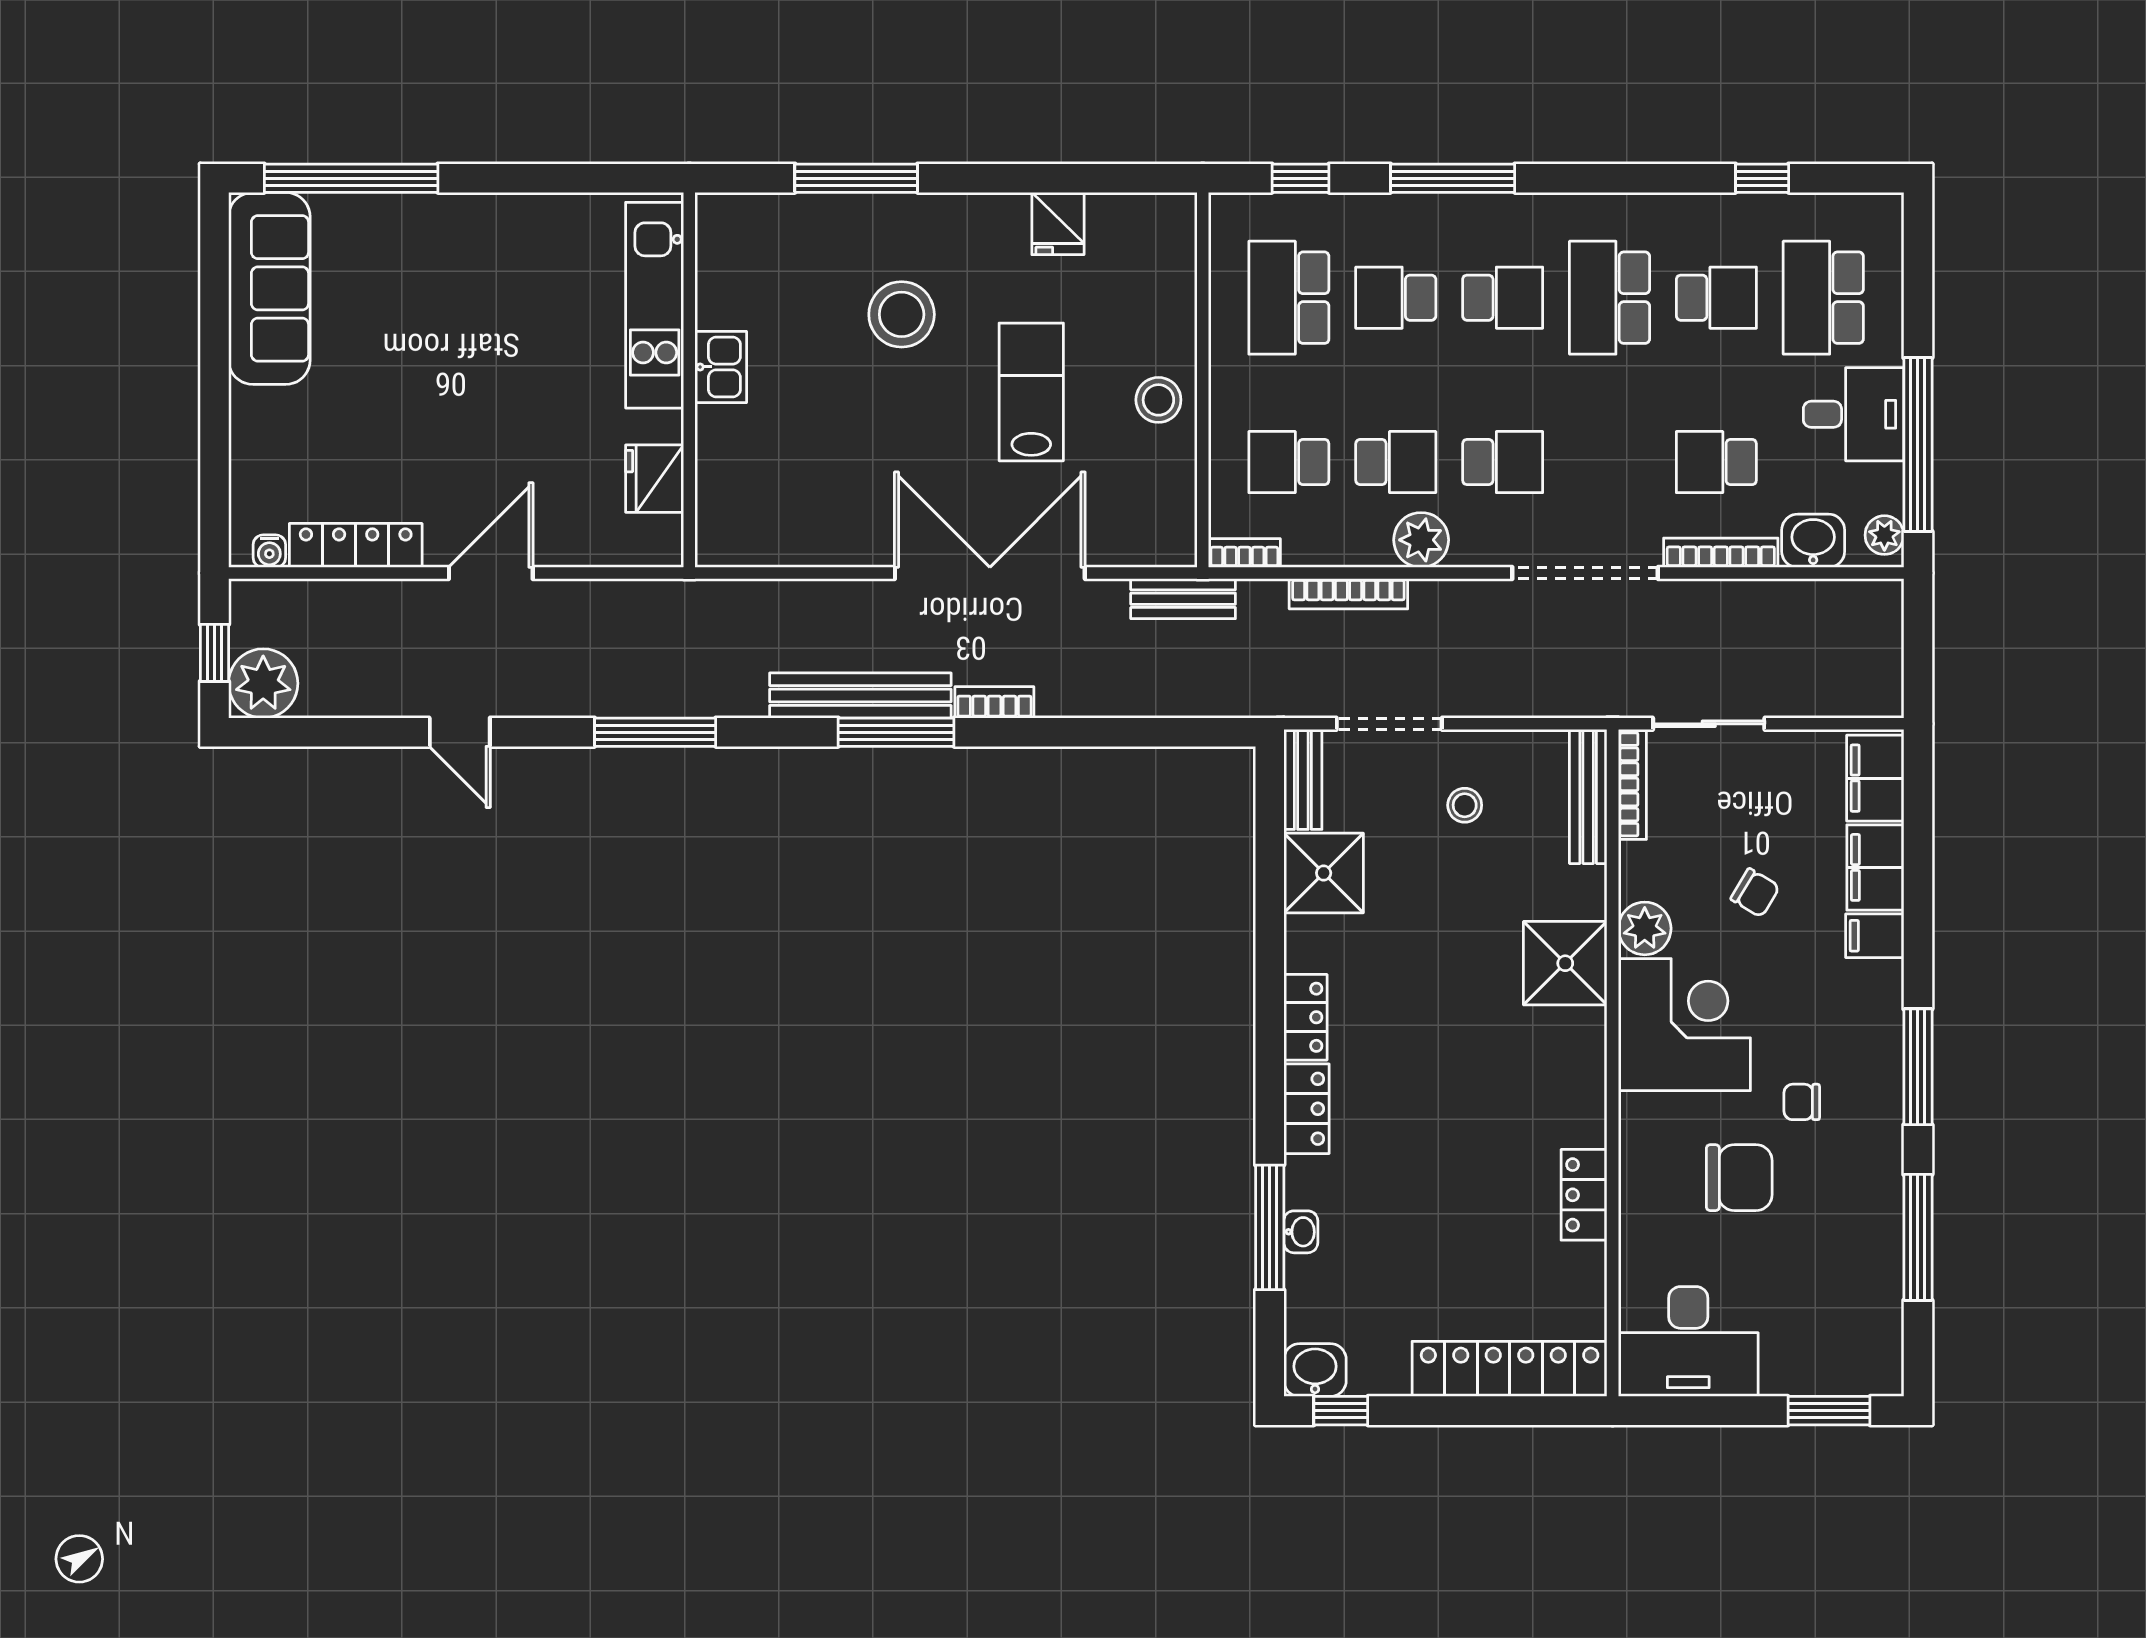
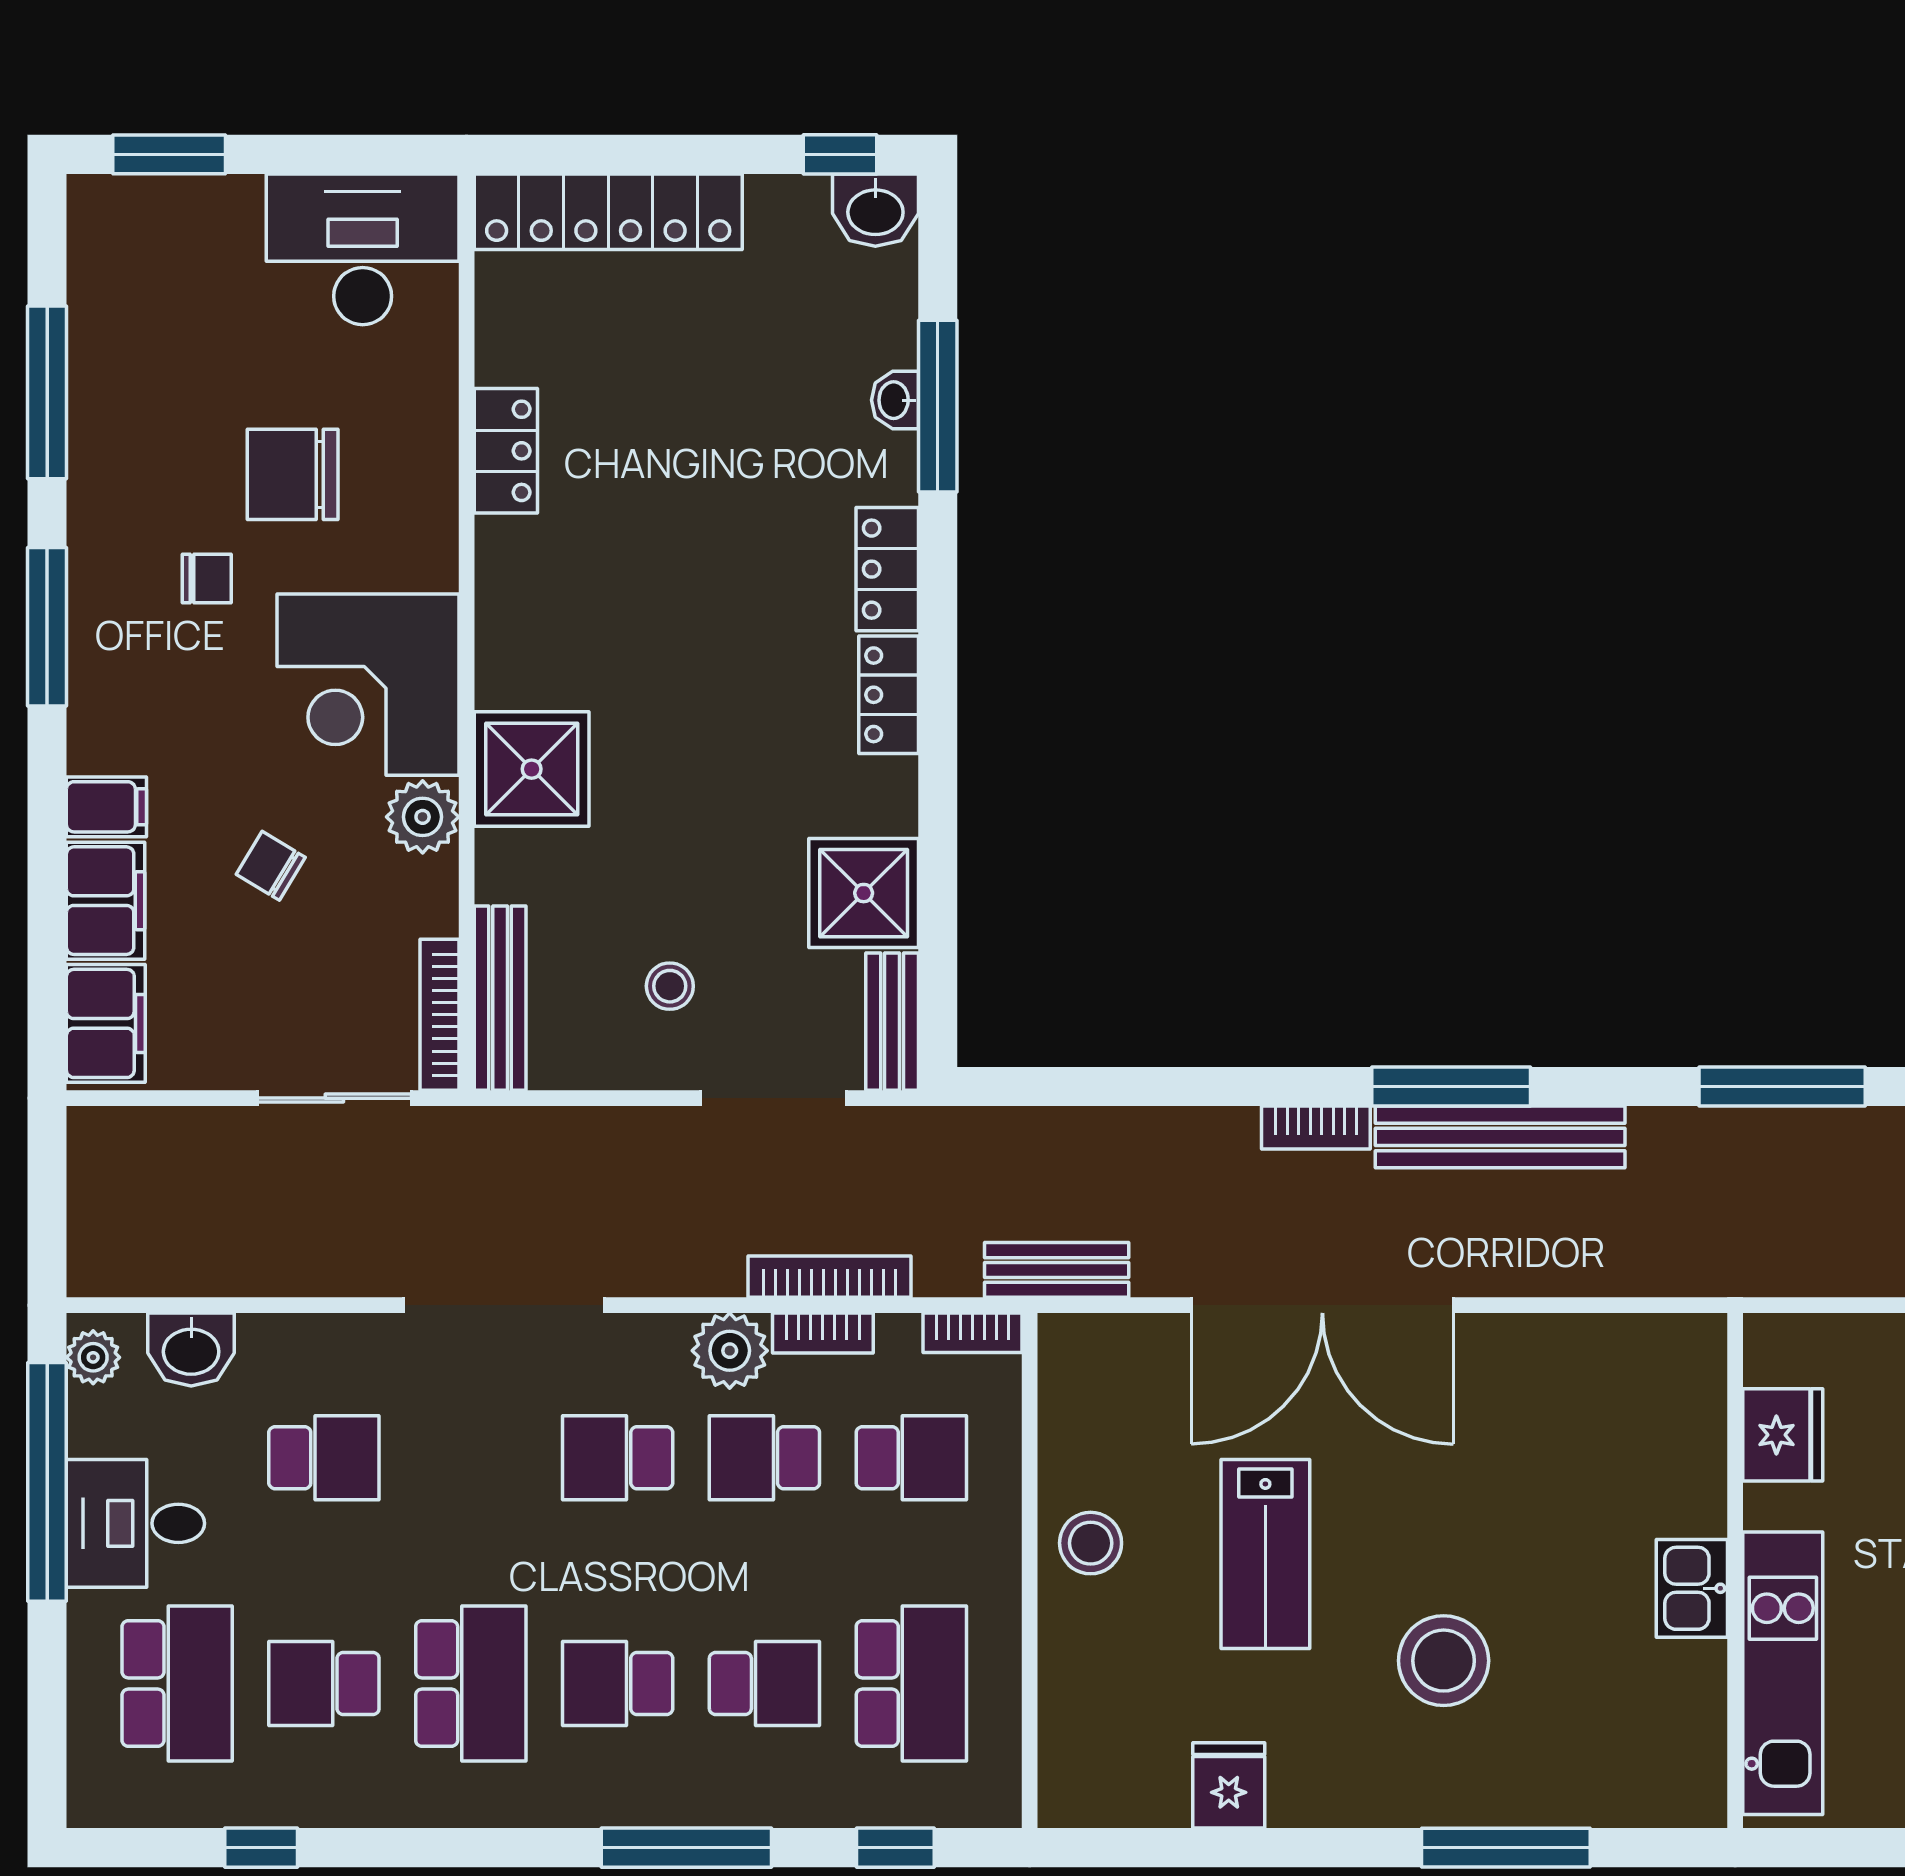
bookcase: (1721, 553) -> (823, 1333), moved, width x0.64

